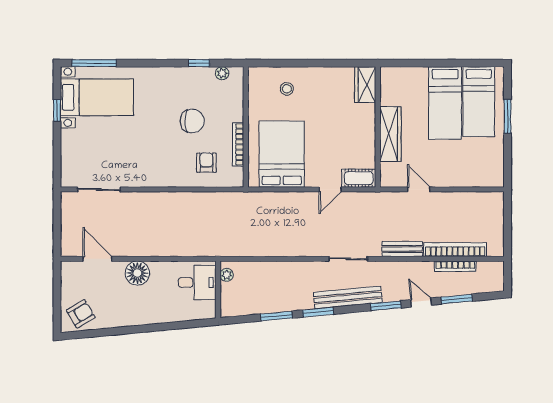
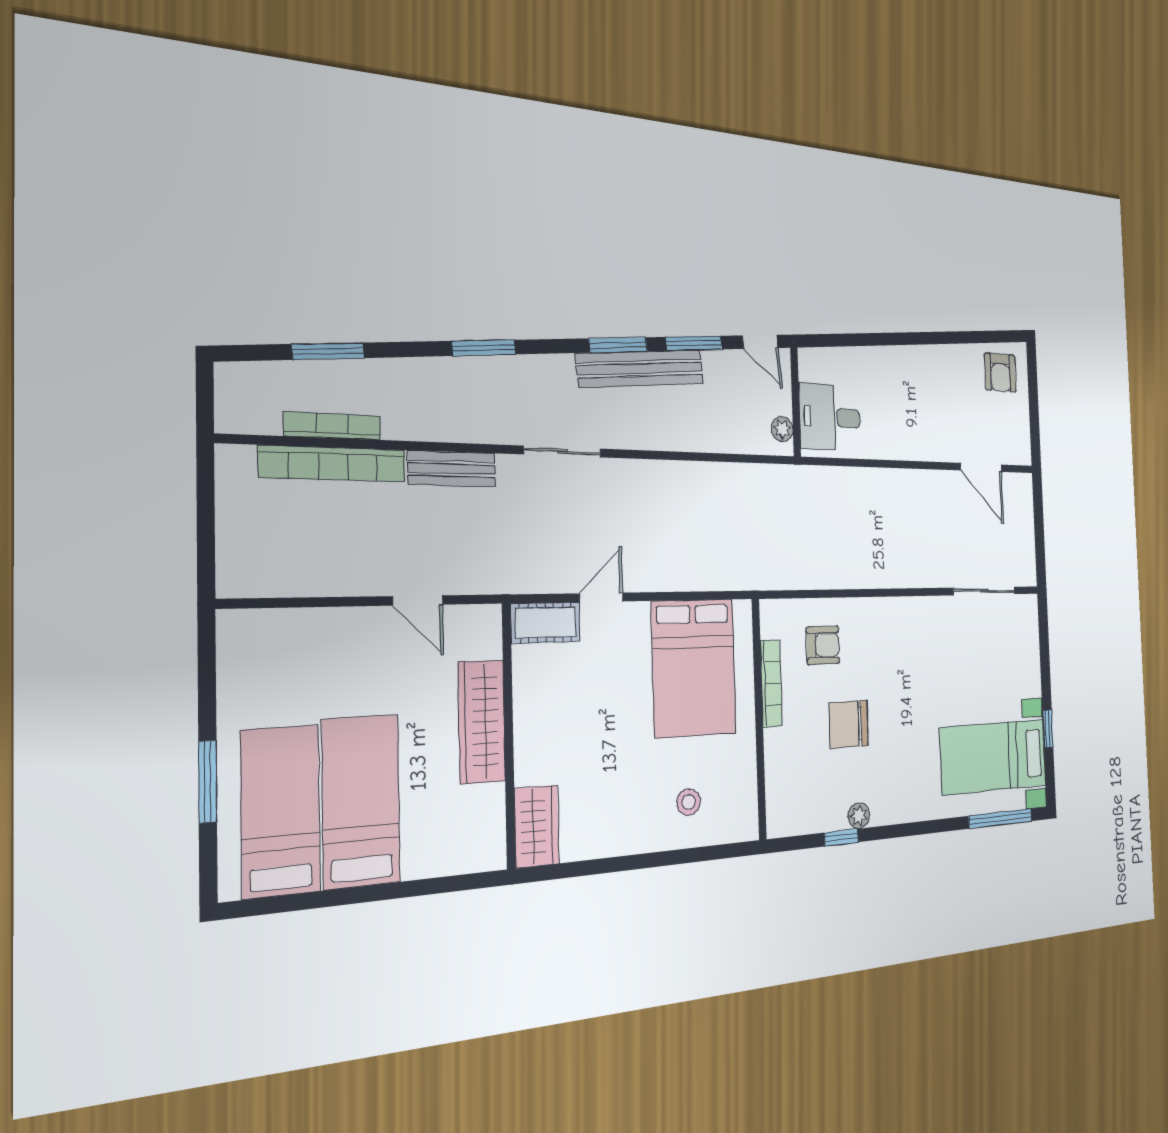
plant: (222, 73) -> (859, 816), moved
armchair: (206, 163) -> (823, 645), turned -90
floor lamp: (137, 273) -> (922, 440), removed
bench: (348, 297) -> (641, 368), moved
door: (421, 302) -> (760, 342), moved
armchair: (81, 314) -> (1000, 373), turned -59

